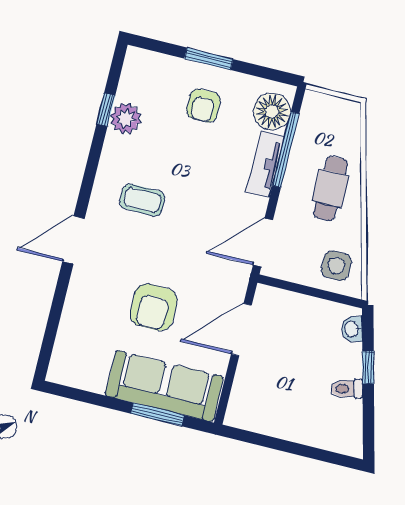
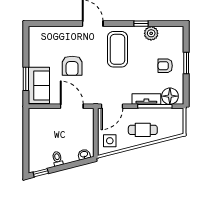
window: (106, 110) -> (141, 24), moved
coffee table: (142, 200) -> (117, 49), width x1.86, depth x1.72
door: (263, 243) -> (112, 106), swing flipped
armchair: (154, 307) -> (72, 66), turned -90
window: (368, 368) -> (41, 173), moved
sofa: (164, 386) -> (39, 85), width x0.73

